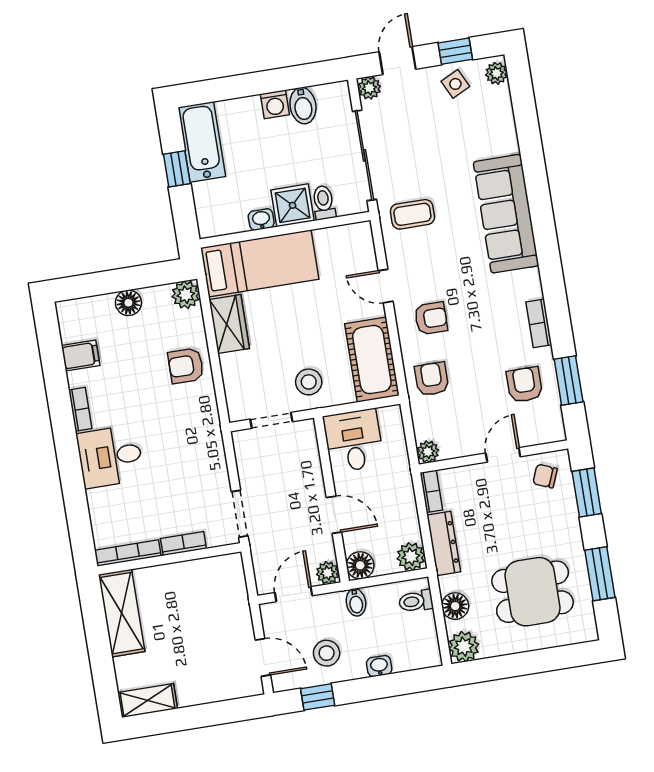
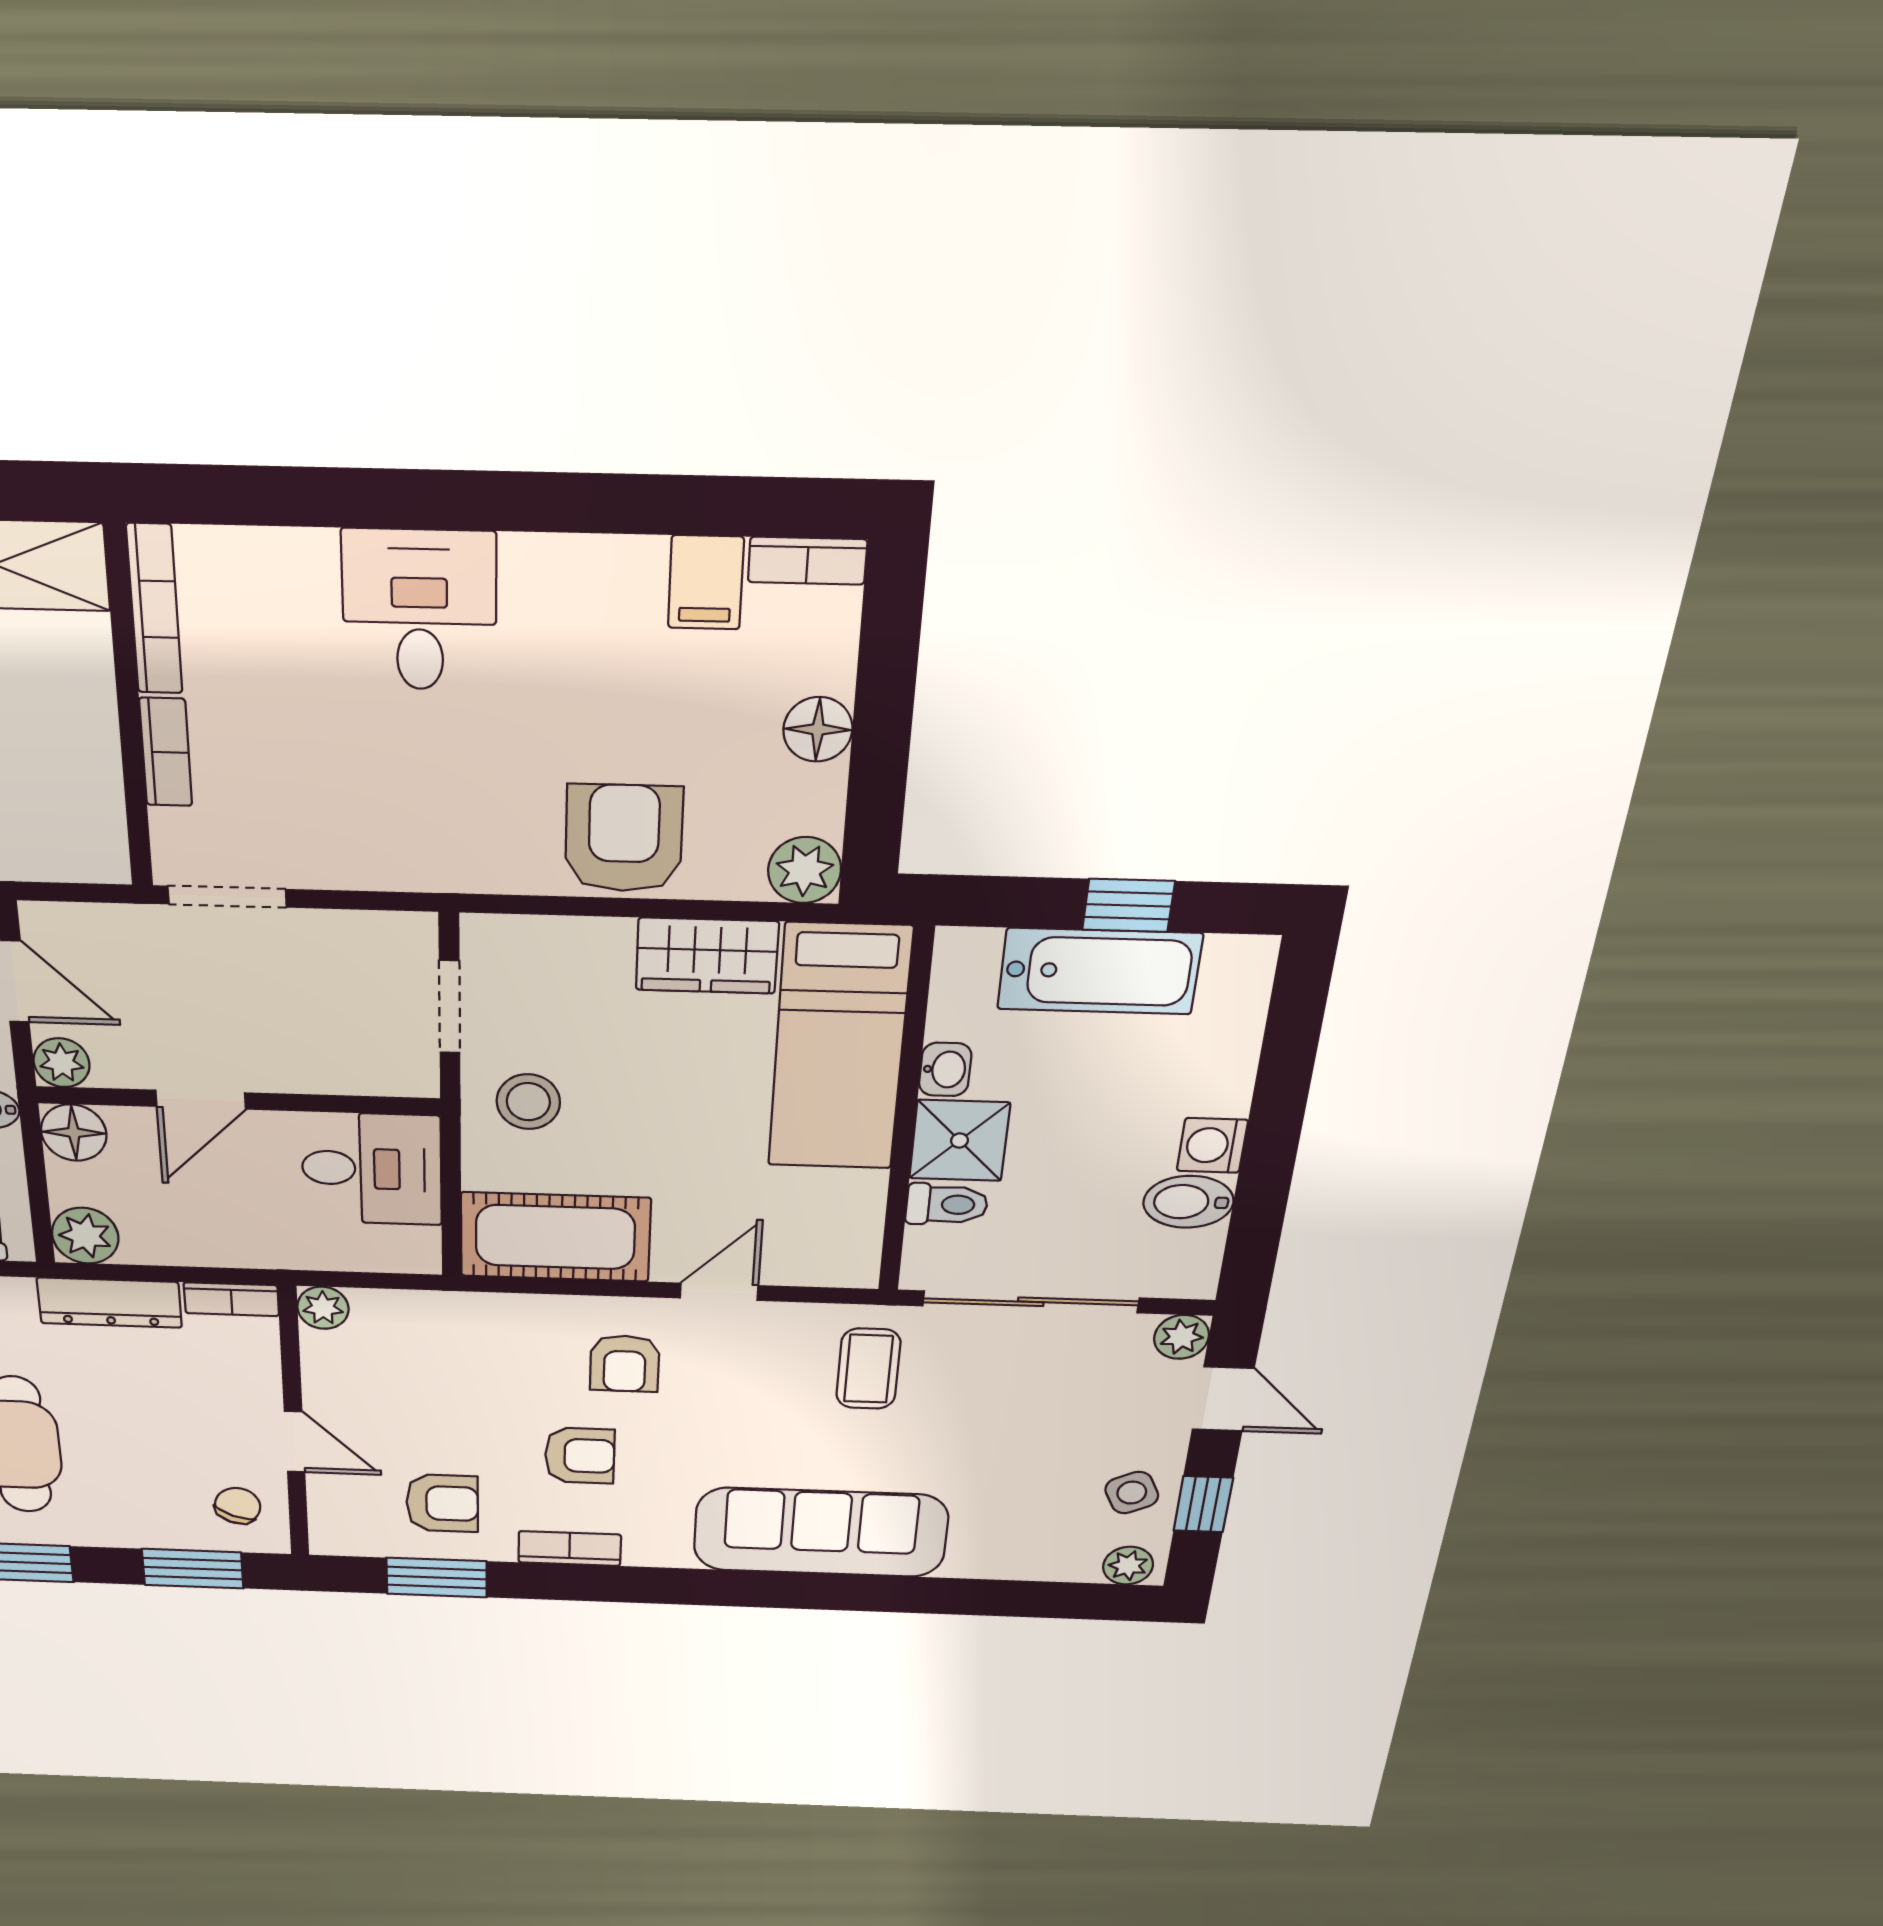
bathtub: (202, 142) -> (1099, 971), moved
armchair: (186, 366) -> (624, 838), width x1.38, depth x1.38
armchair: (432, 379) -> (580, 1456), moved
bookcase: (80, 409) -> (807, 561), moved

